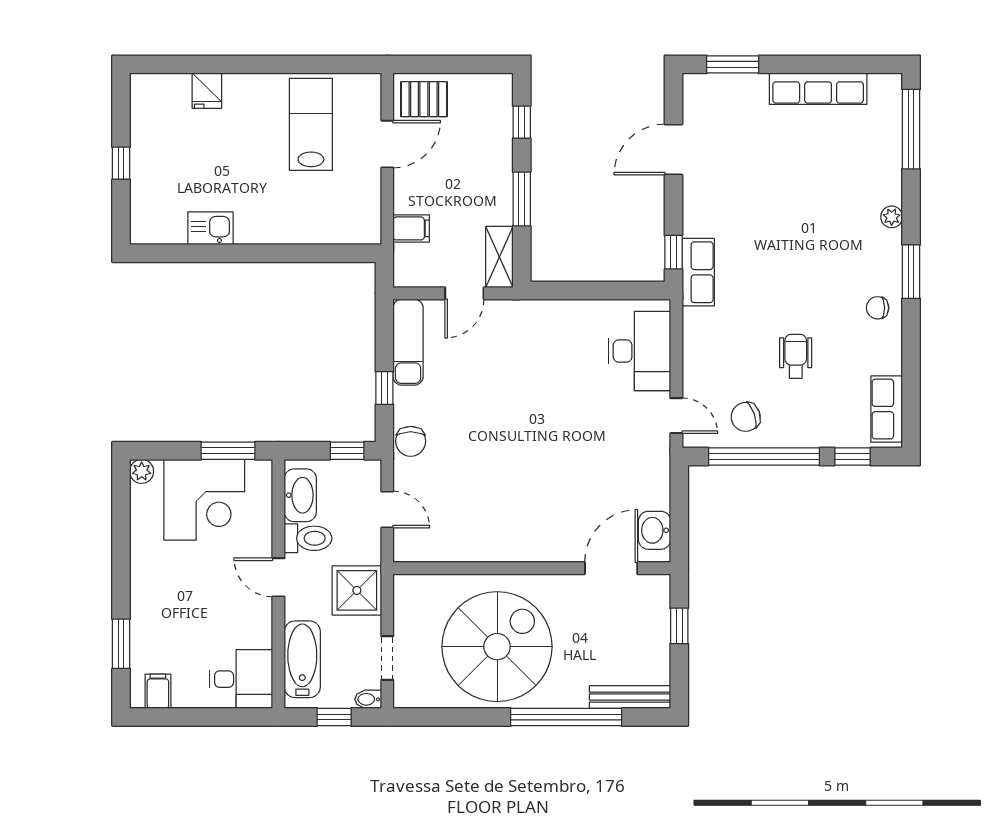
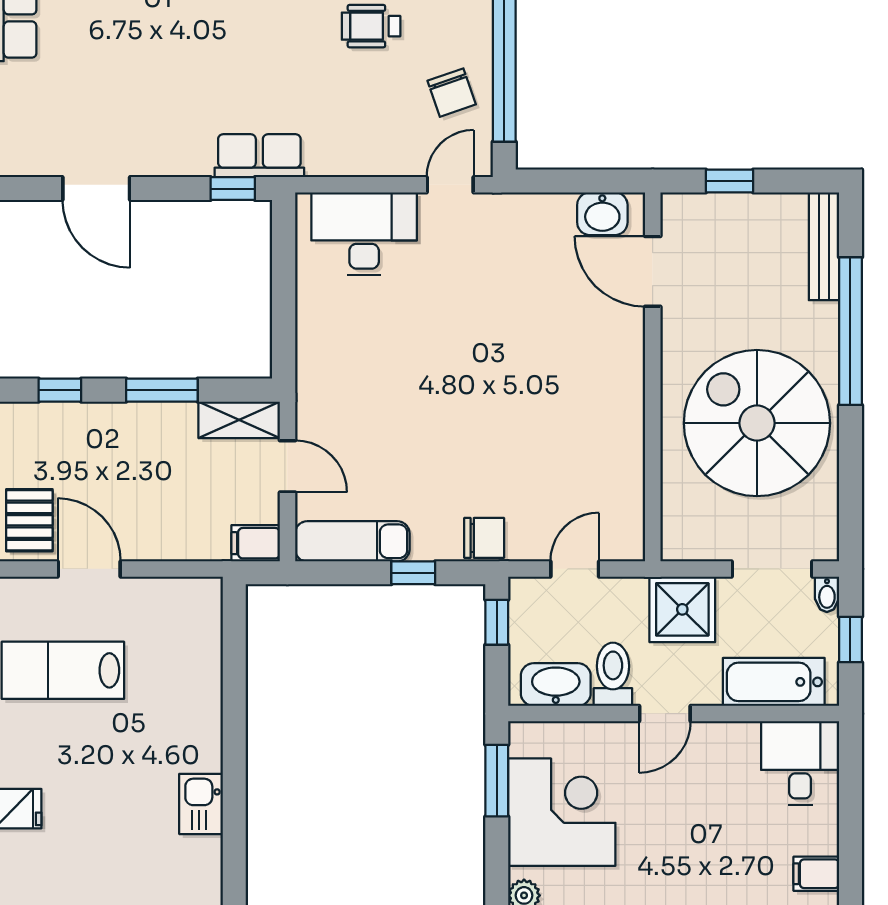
filing cabinet: (411, 228) -> (256, 543), moved, turned -90
doorway: (387, 658) -> (772, 569), width x1.38

